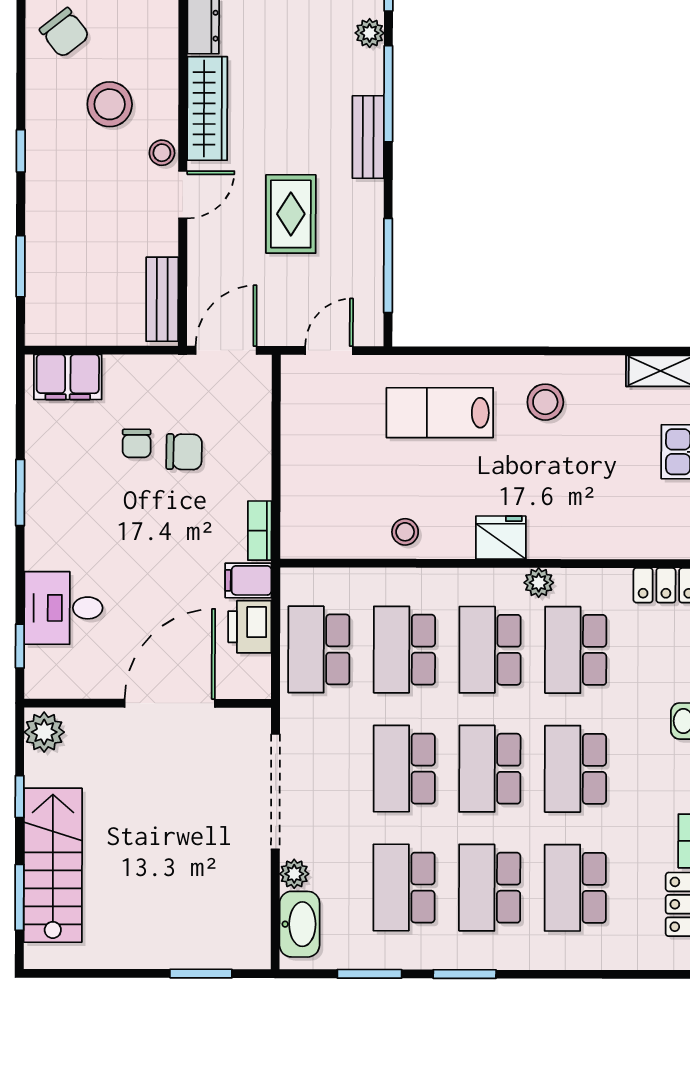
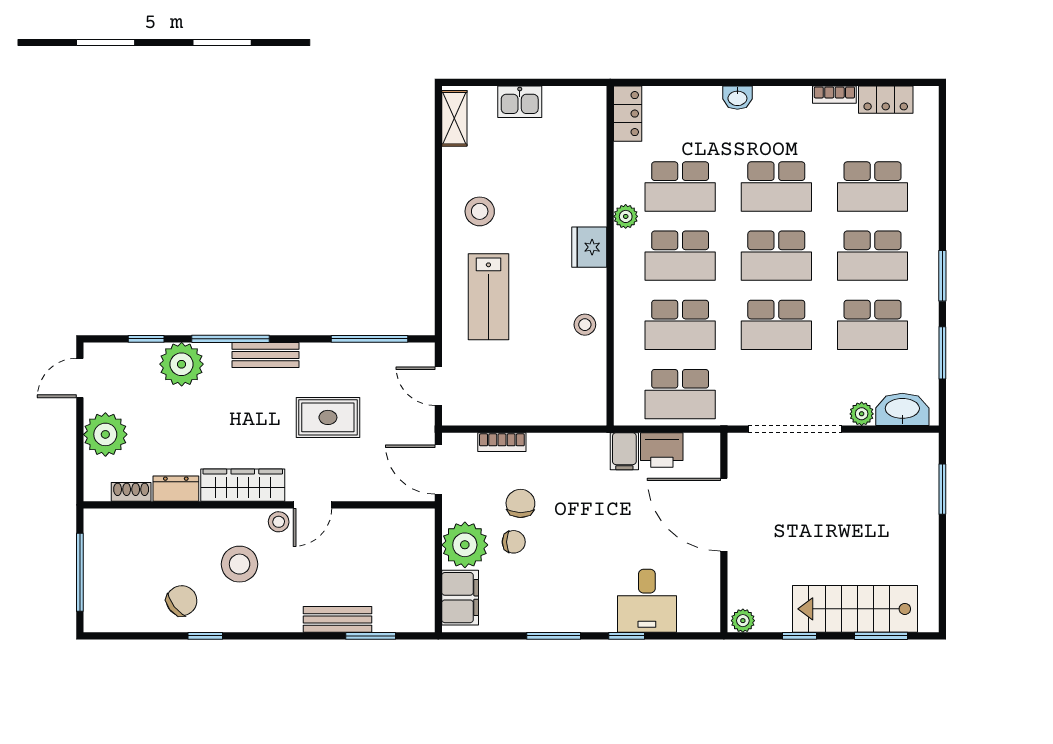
plant: (370, 33) -> (182, 364), width x1.87, depth x1.87
window: (21, 151) -> (205, 636), moved
door: (183, 195) -> (313, 505), swing flipped
bench: (162, 299) -> (338, 619), moved
plant: (133, 383) -> (465, 545), added
bookcase: (260, 531) -> (502, 442), moved
window: (20, 646) -> (627, 636), moved
plant: (44, 732) -> (743, 621), width x0.73, depth x0.73

